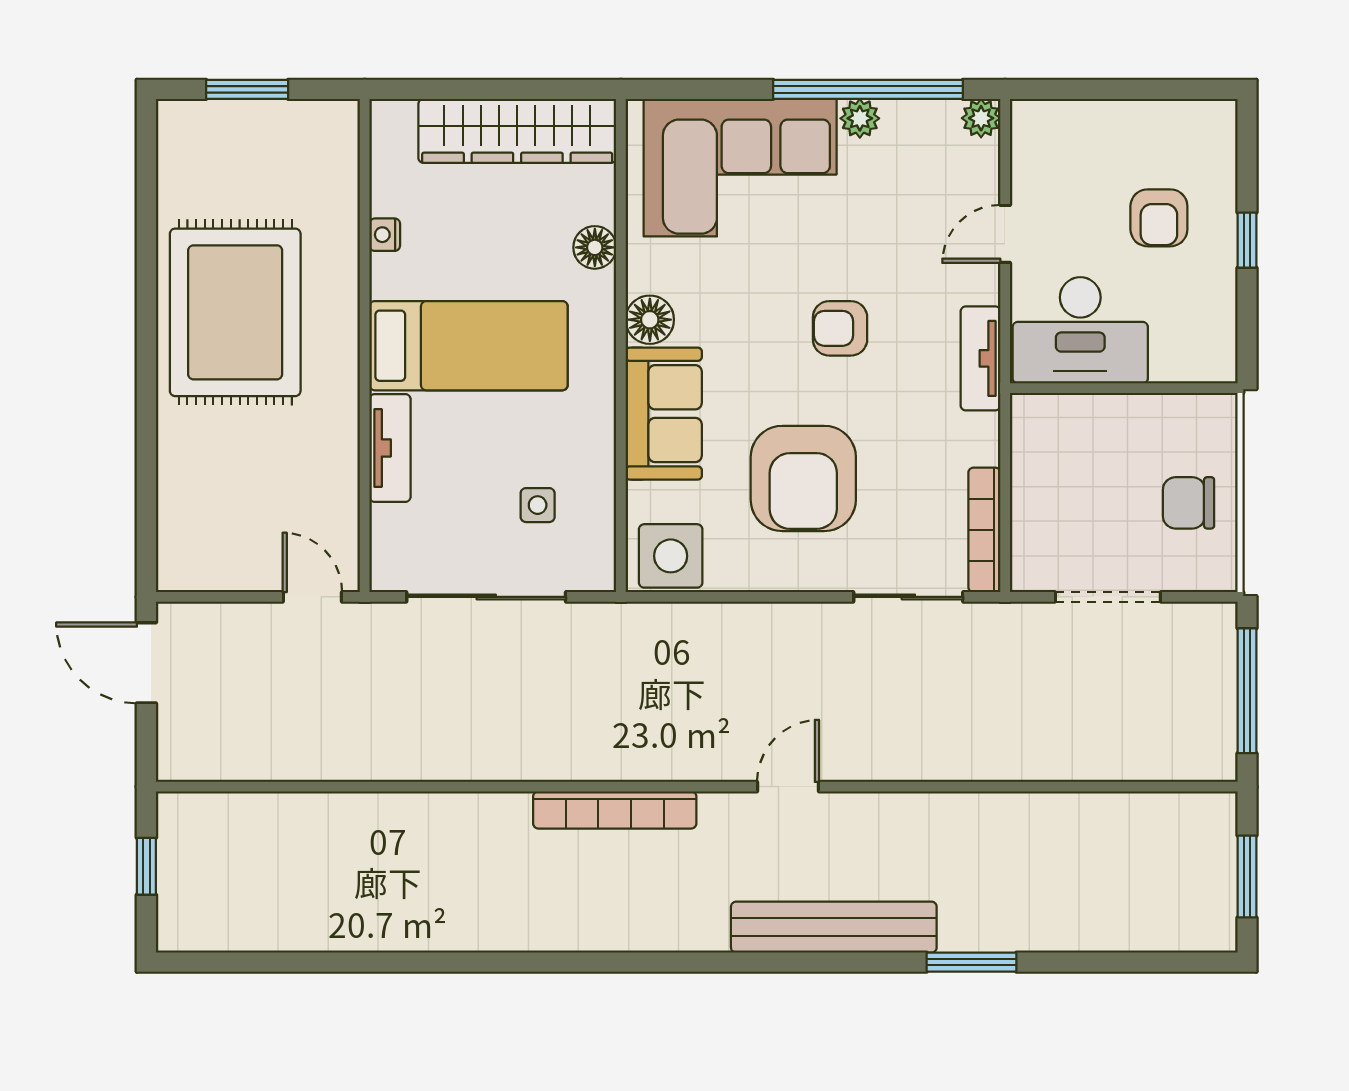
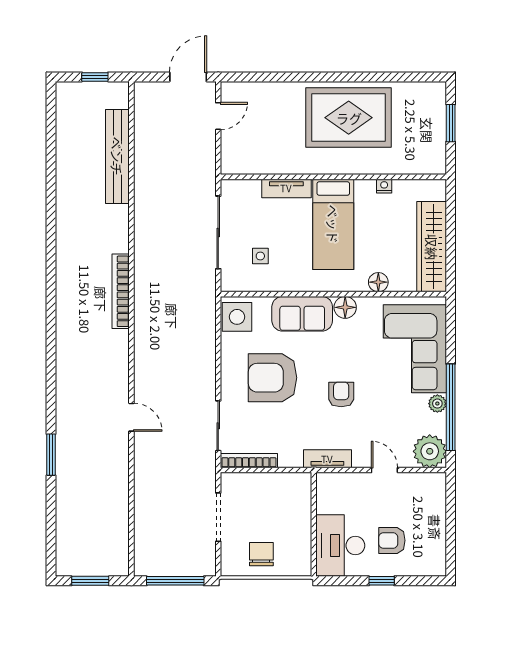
plant: (981, 118) -> (430, 451), width x1.87, depth x1.87
desk: (1080, 330) -> (340, 546), moved
door: (312, 597) -> (218, 116), moved
door: (788, 787) -> (131, 417), moved
bench: (834, 927) -> (117, 156), moved

